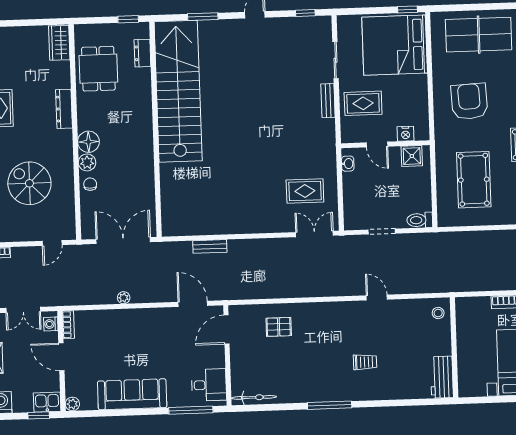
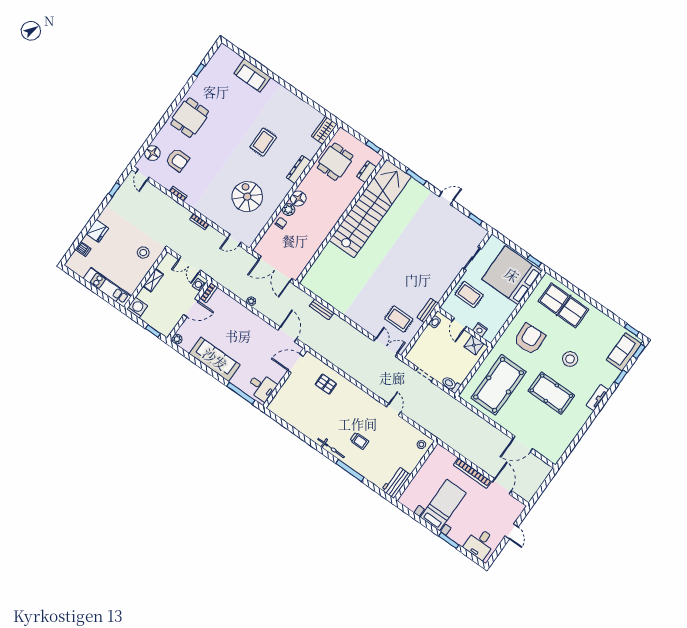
bench: (328, 101) -> (428, 310), moved
pool table: (474, 180) -> (499, 385), width x1.36, depth x1.32
double door: (123, 241) -> (275, 269), swing flipped
door: (61, 357) -> (191, 308), swing flipped
bicycle: (254, 397) -> (331, 448), moved
kitchen sink: (47, 402) -> (163, 327), removed
window: (330, 405) -> (350, 471), moved

